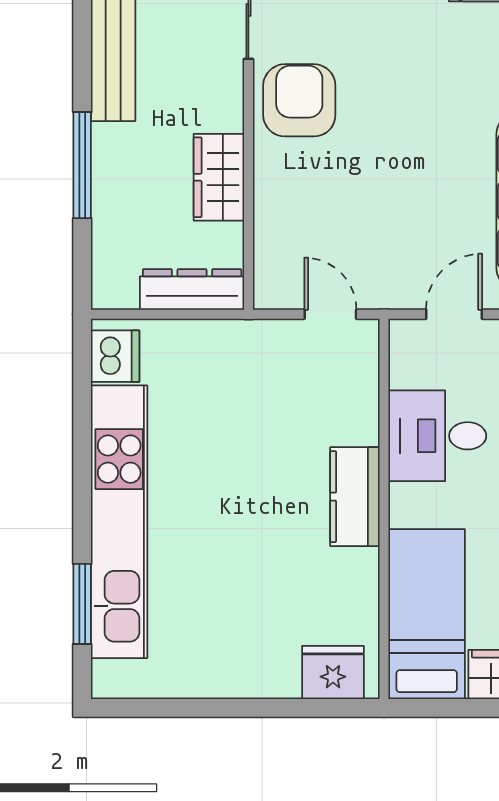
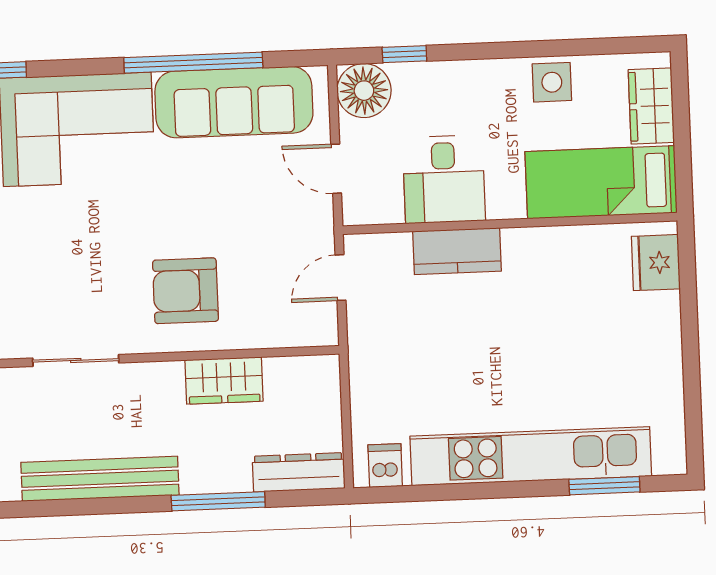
armchair: (299, 100) -> (185, 291), moved
dresser: (192, 289) -> (299, 472), moved, turned 90
dishwasher: (115, 356) -> (385, 466), width x0.73
kitchen counter: (355, 497) -> (457, 251), moved

